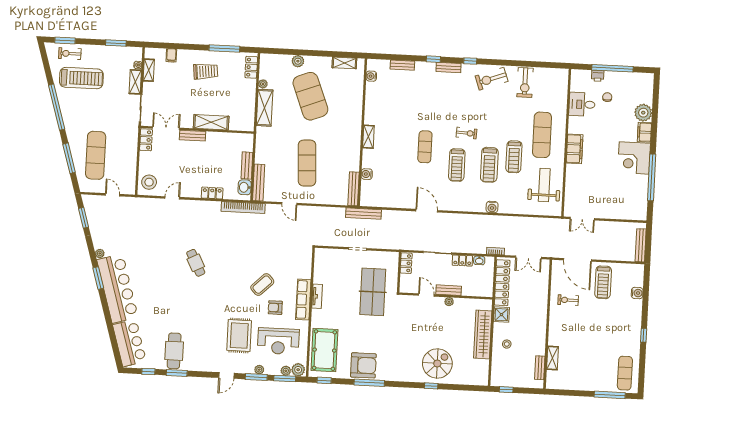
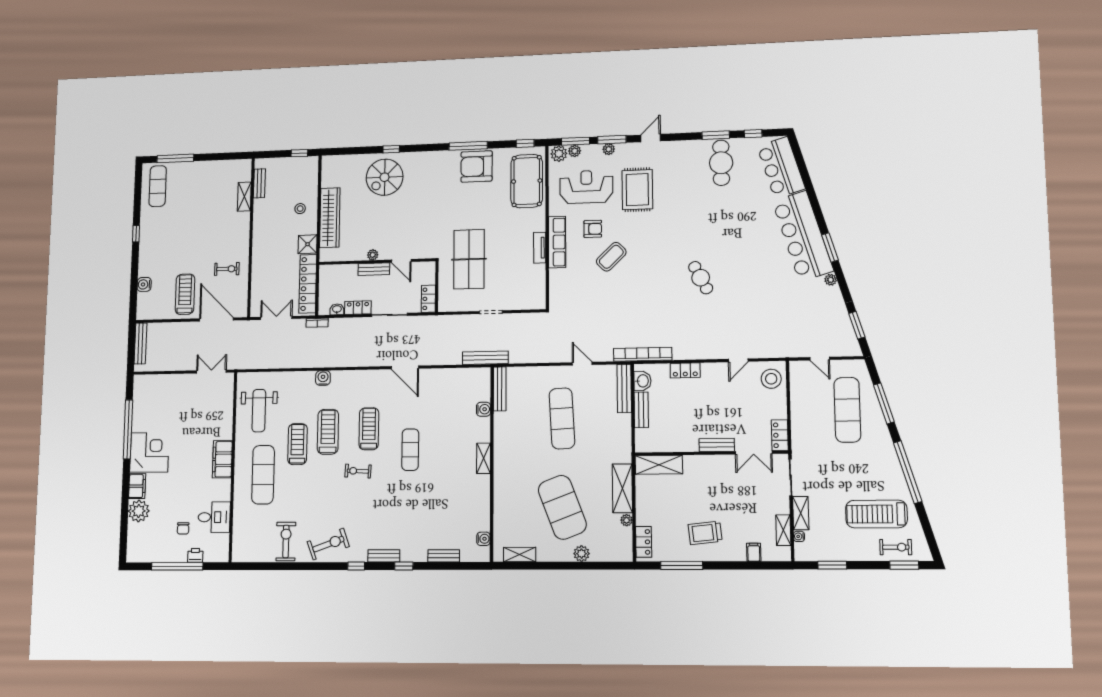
shelving: (211, 122) -> (659, 465), moved

